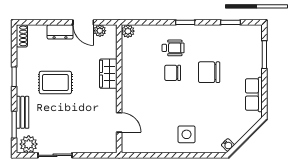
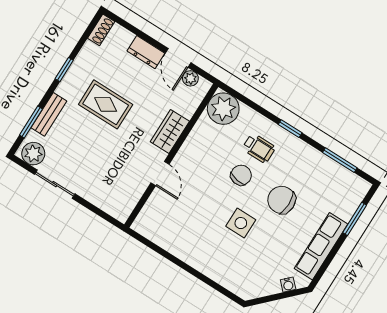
window: (231, 22) -> (340, 160), width x1.50
plant: (128, 31) -> (223, 109), width x1.87, depth x1.87
chair: (173, 73) -> (241, 175), turned 99
row of seats: (254, 95) -> (321, 246), width x1.48
door: (119, 122) -> (160, 174), moved
side table: (187, 134) -> (241, 223), moved
water cooler: (228, 145) -> (288, 285), moved

